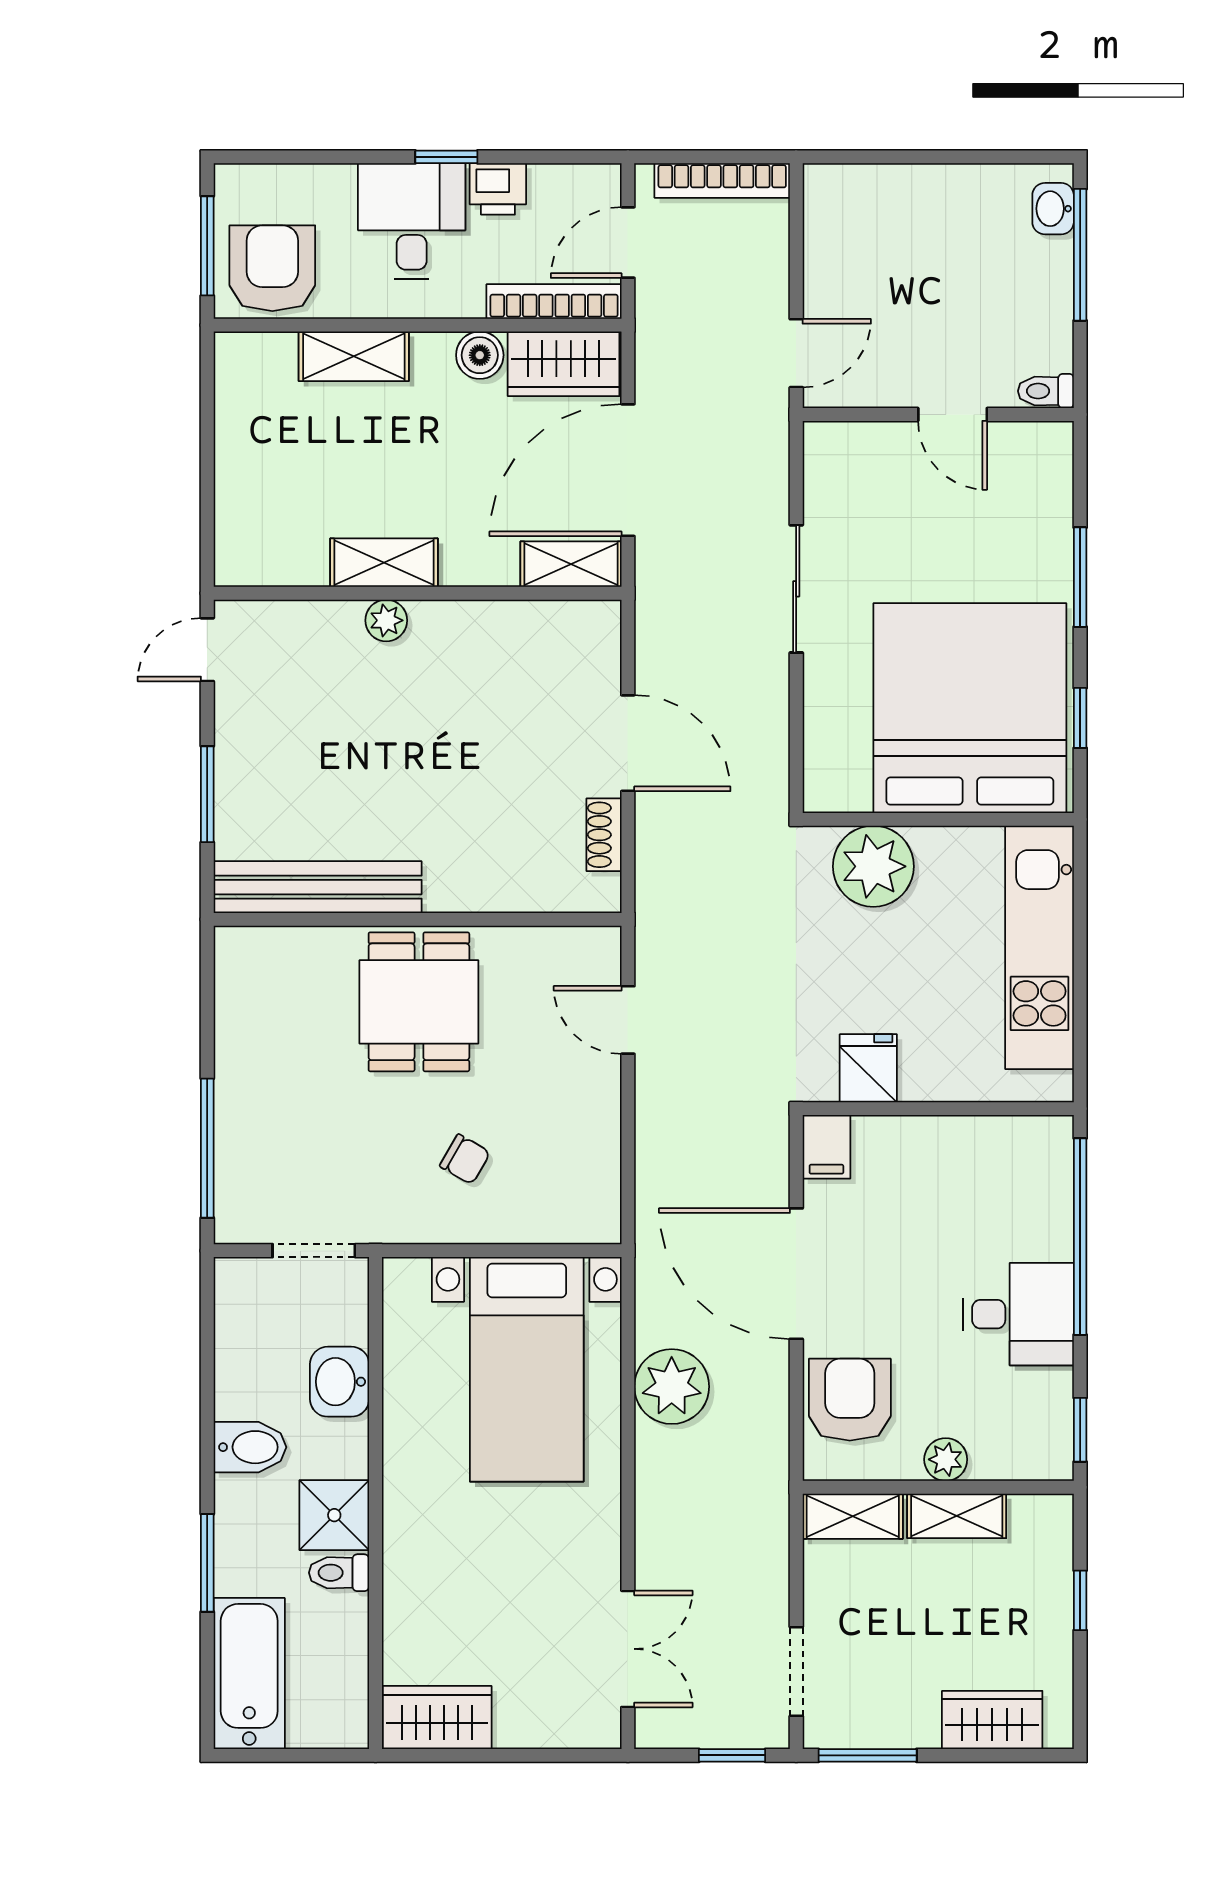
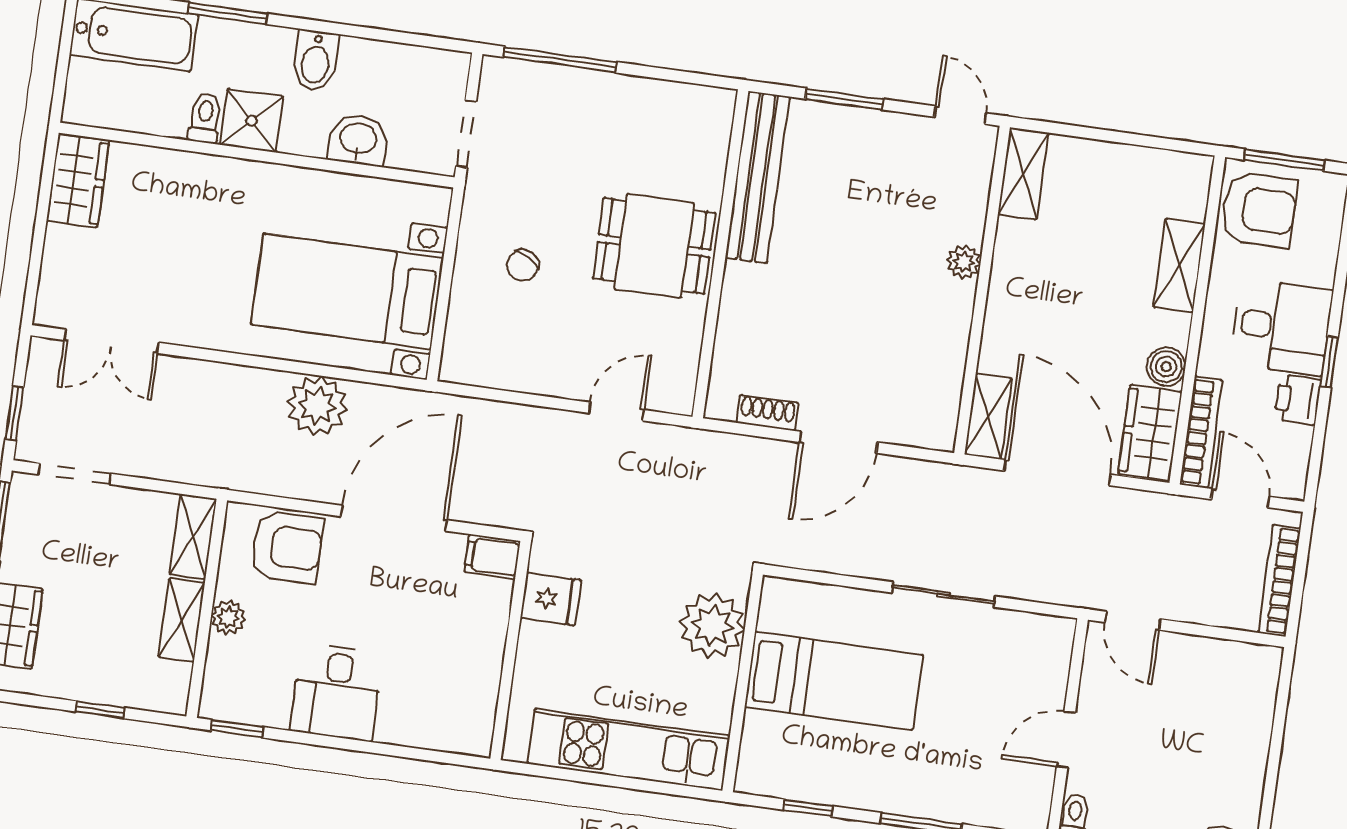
shelving: (384, 563) -> (1023, 174), moved
bed: (970, 708) -> (834, 681), width x0.49
window: (1080, 1237) -> (392, 750), removed

